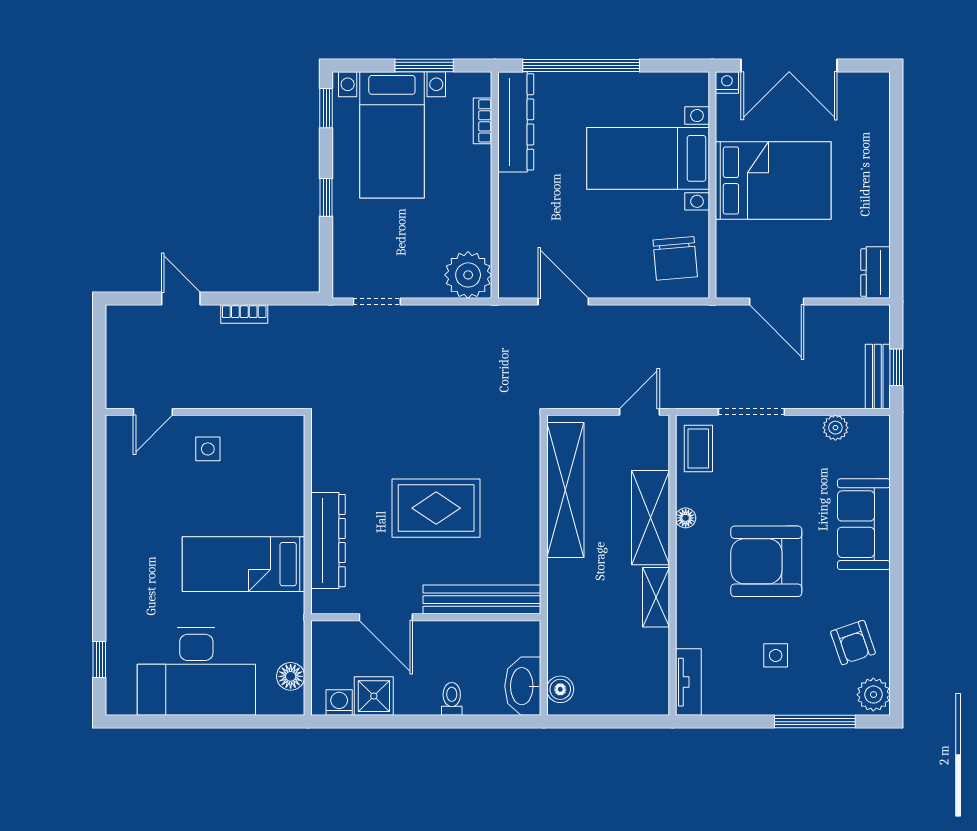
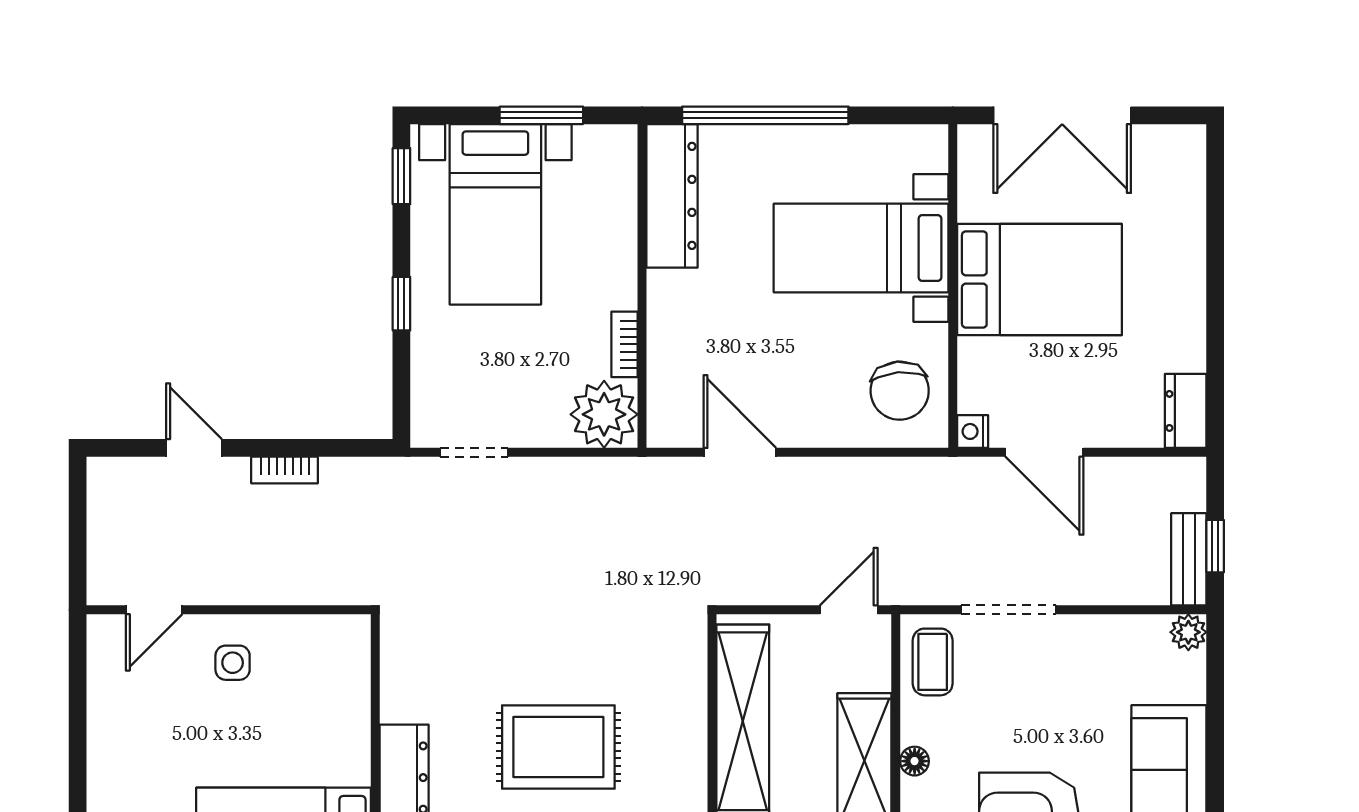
nightstand: (727, 83) -> (973, 431), moved, turned -90
bookcase: (482, 121) -> (625, 344), moved
plant: (835, 428) -> (1188, 632), moved

